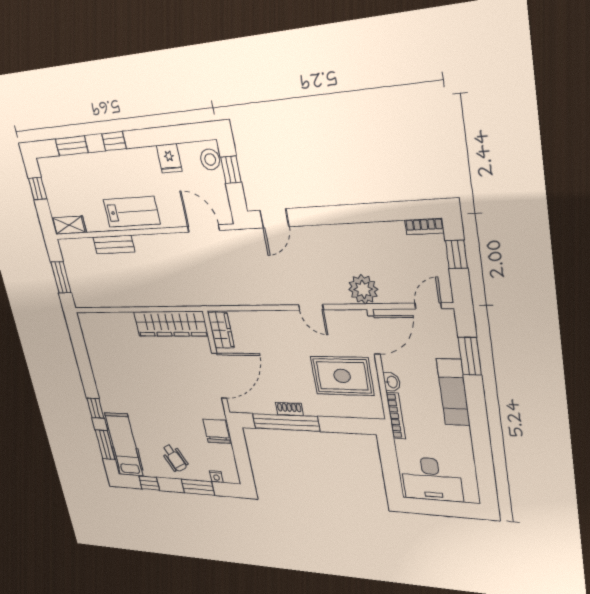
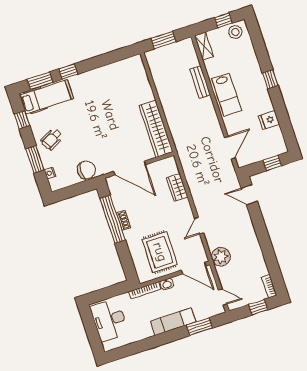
window: (72, 146) -> (260, 47), removed
stool: (210, 159) -> (235, 32), moved
wardrobe: (221, 330) -> (177, 188), moved, turned 90

